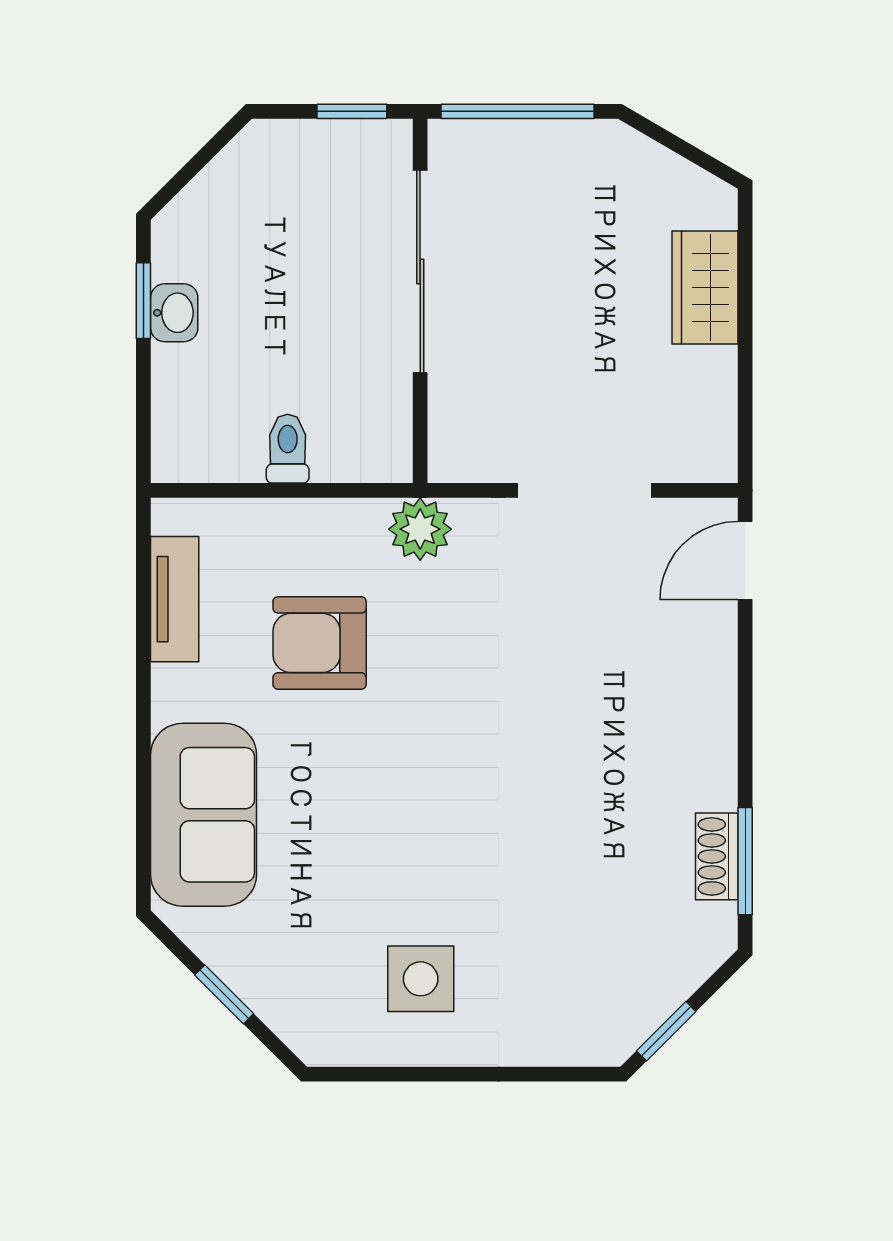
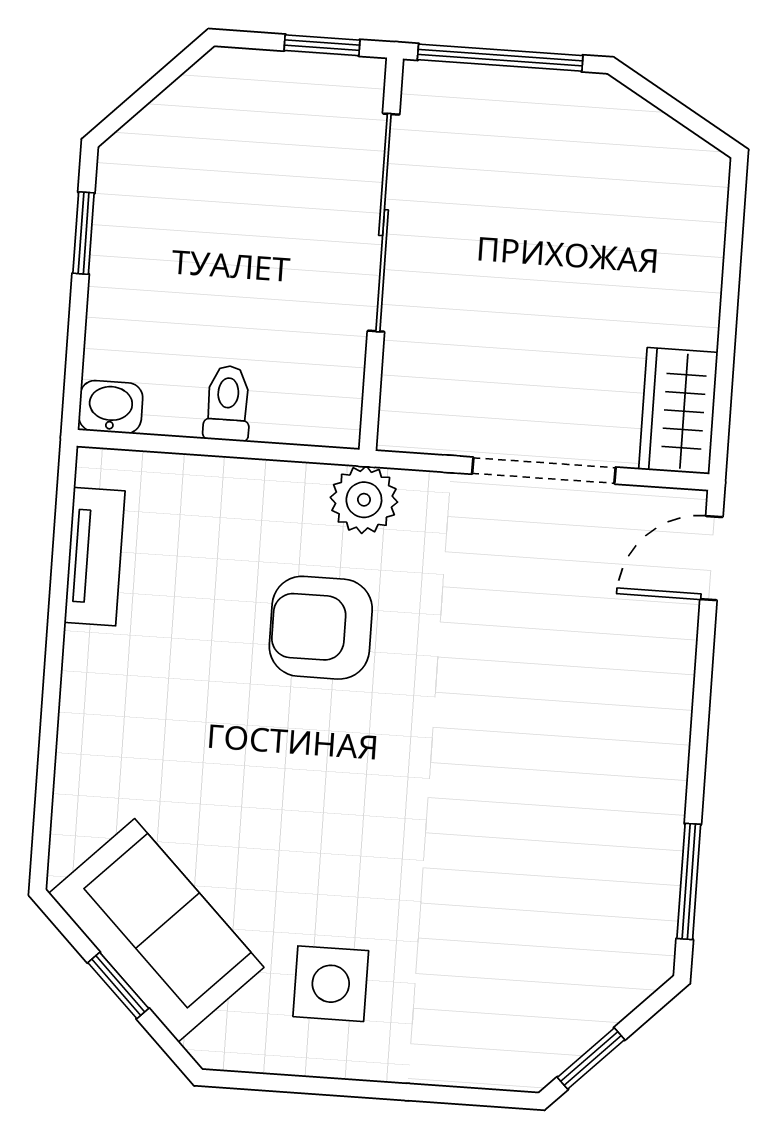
wardrobe: (705, 287) -> (678, 411), moved
washbasin: (174, 313) -> (111, 407), moved, turned -90
armchair: (320, 643) -> (321, 628), moved
sofa: (204, 815) -> (156, 930), moved, turned -45
shoe rack: (717, 856) -> (659, 874), removed

